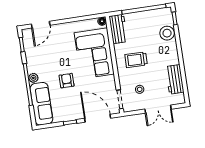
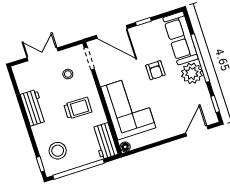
stool: (167, 33) -> (58, 151), moved
plant: (33, 78) -> (192, 73), width x1.88, depth x1.88
workbench: (175, 79) -> (33, 108), moved

